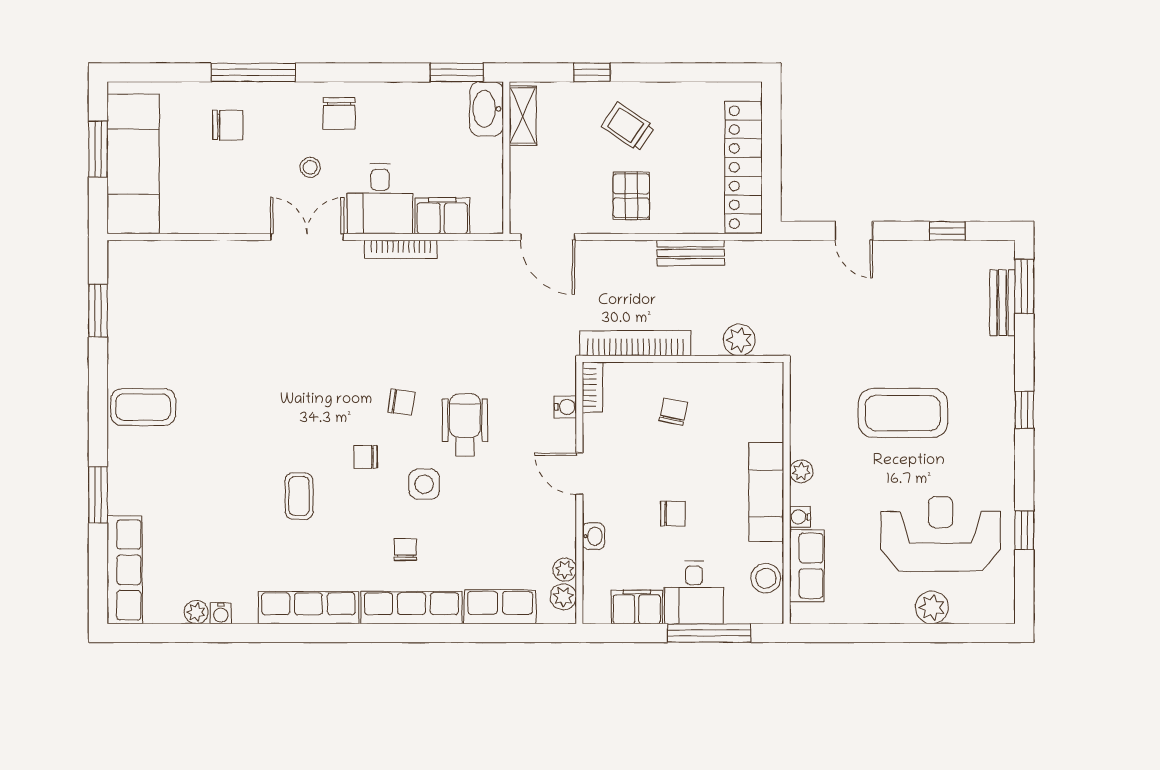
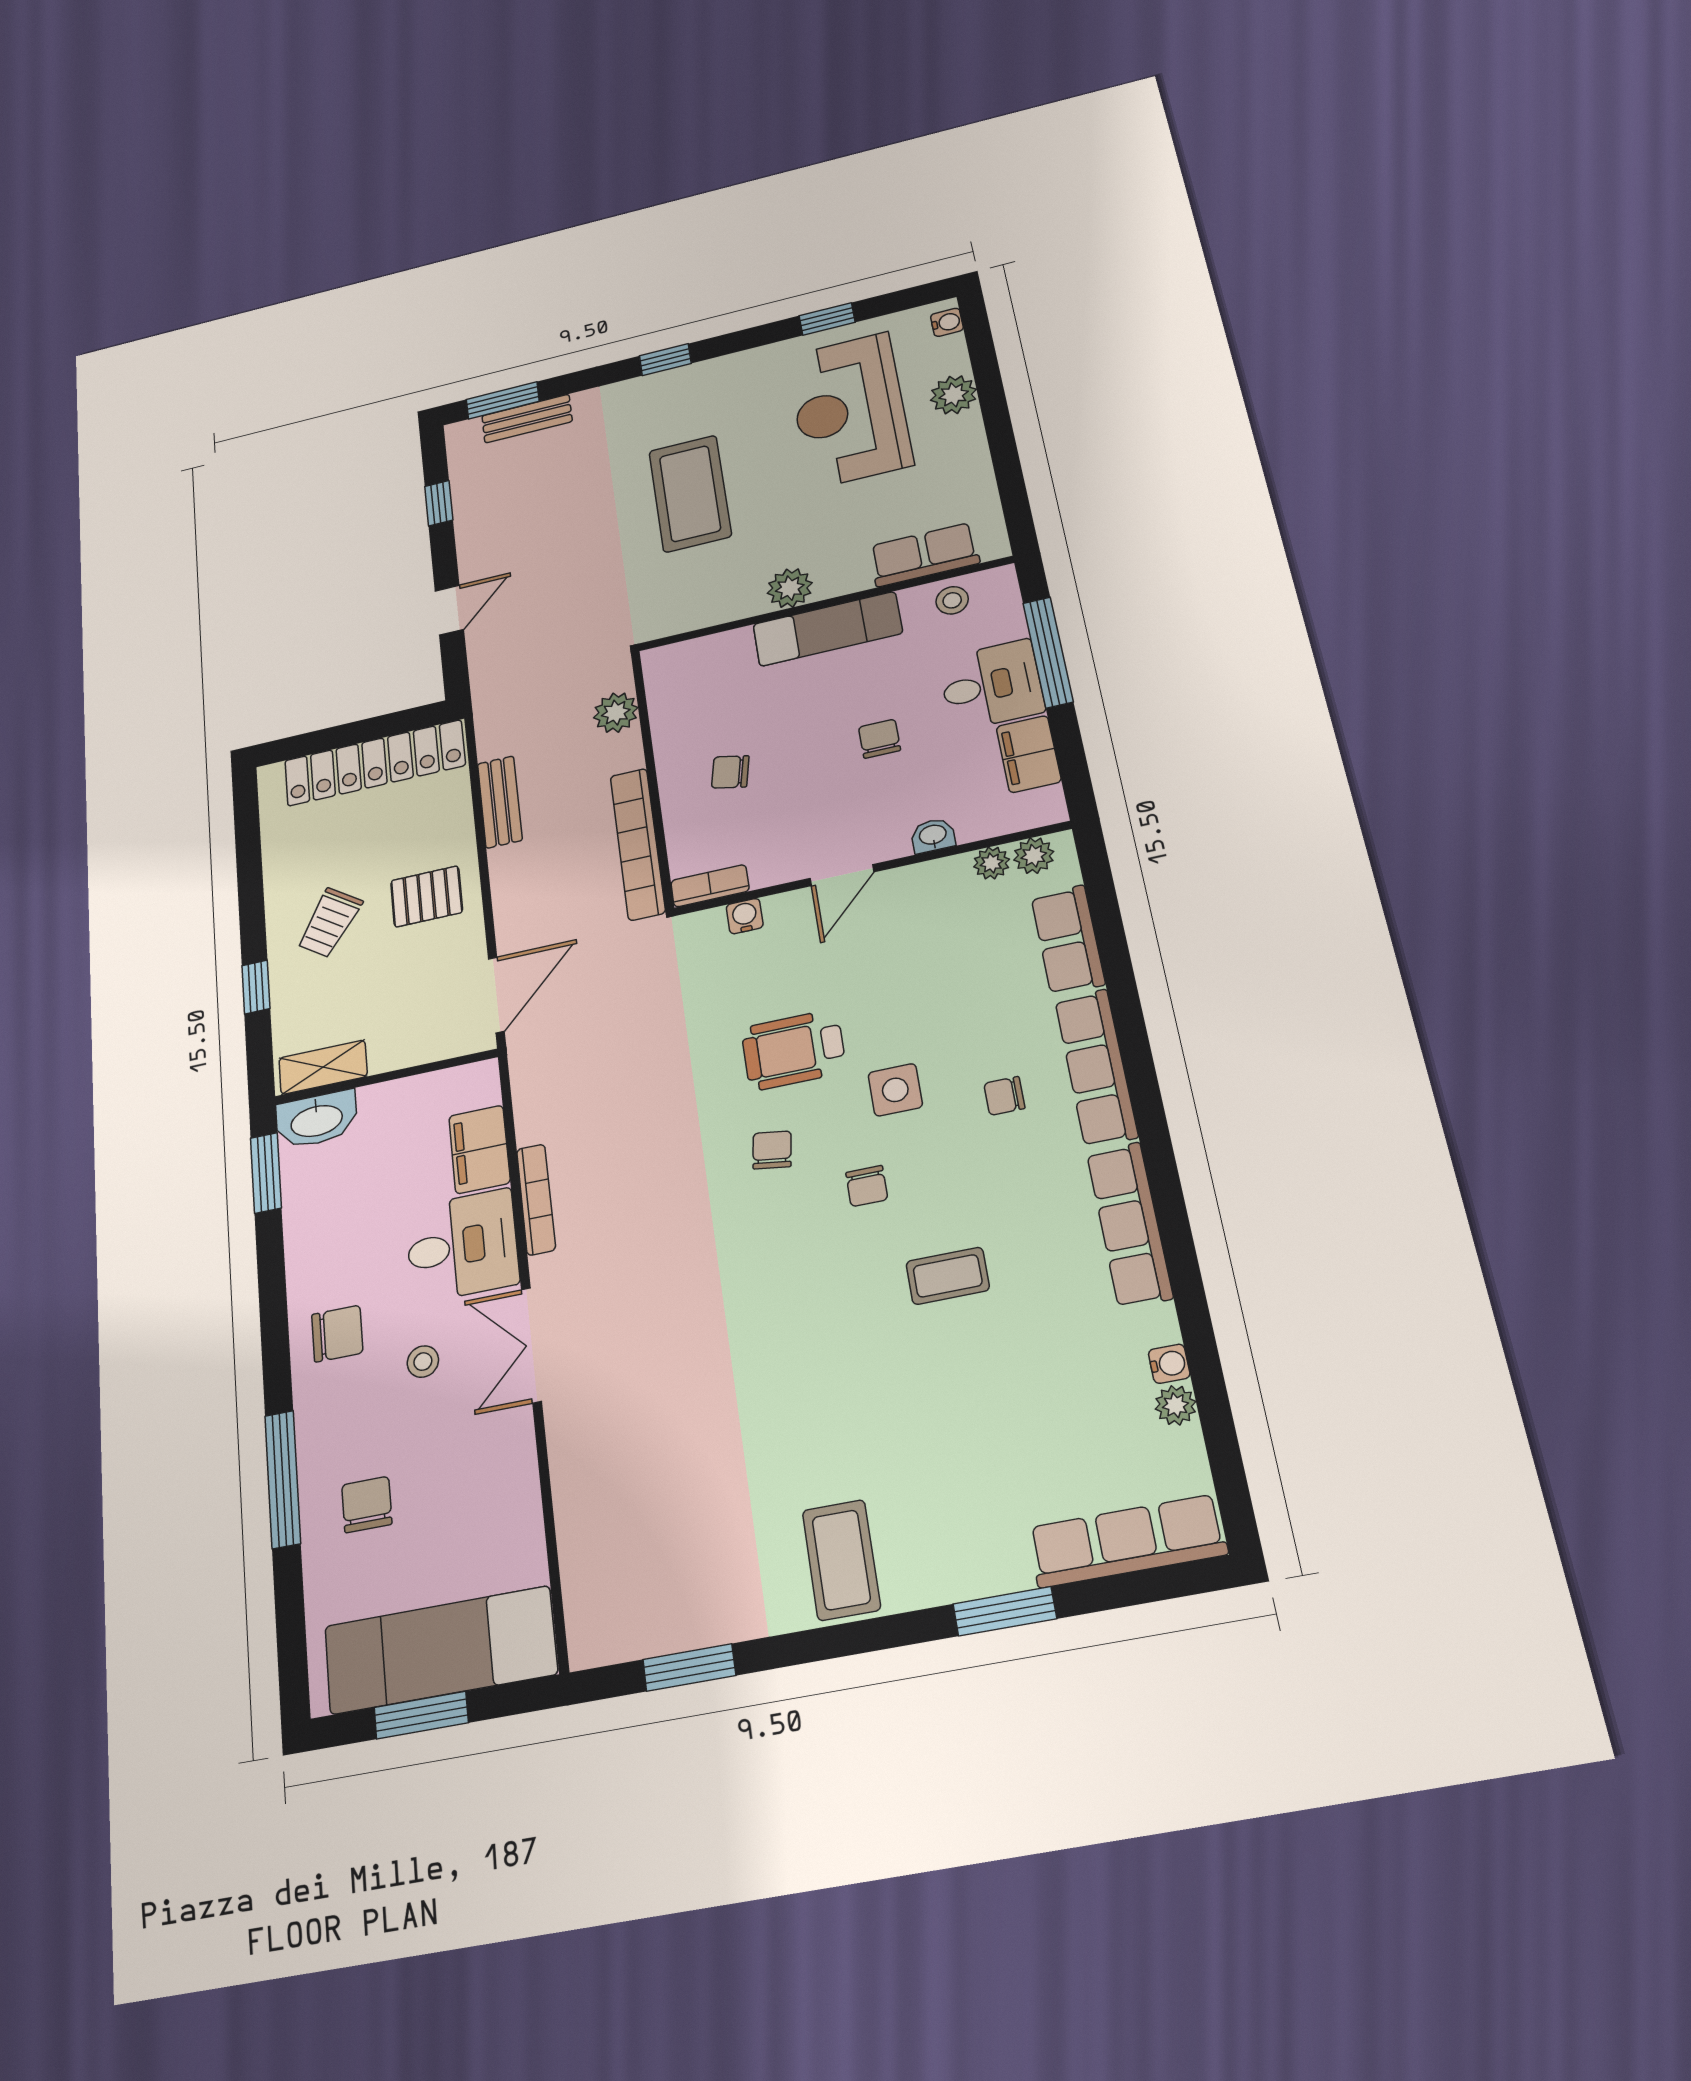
plant: (801, 471) -> (790, 588), width x1.38, depth x1.38
water cooler: (800, 517) -> (947, 322), moved, turned -90
stool: (766, 578) -> (952, 600), width x0.73, depth x0.73

